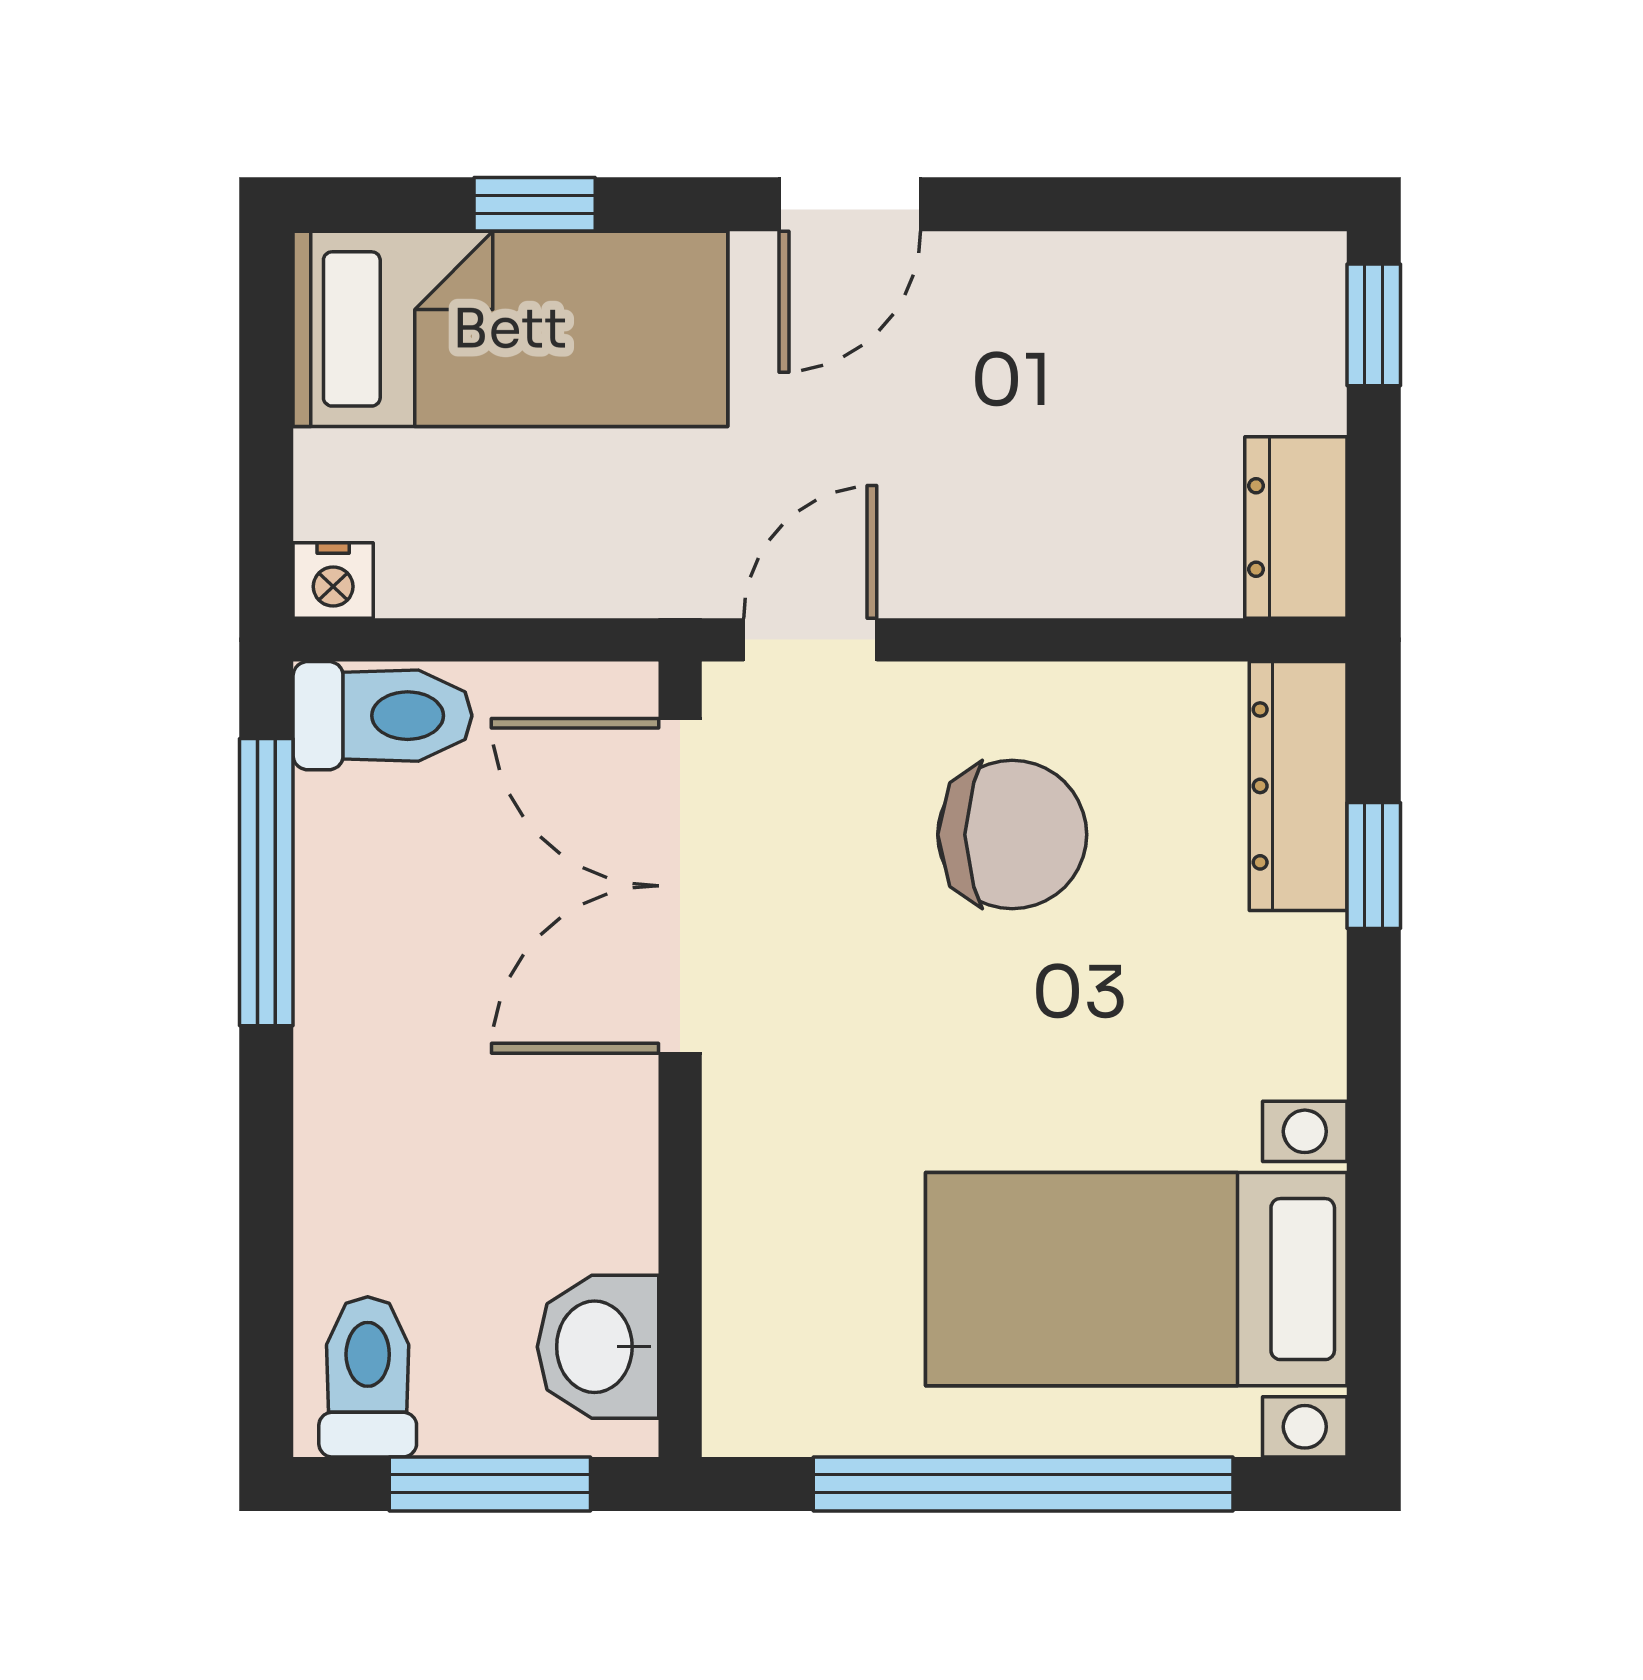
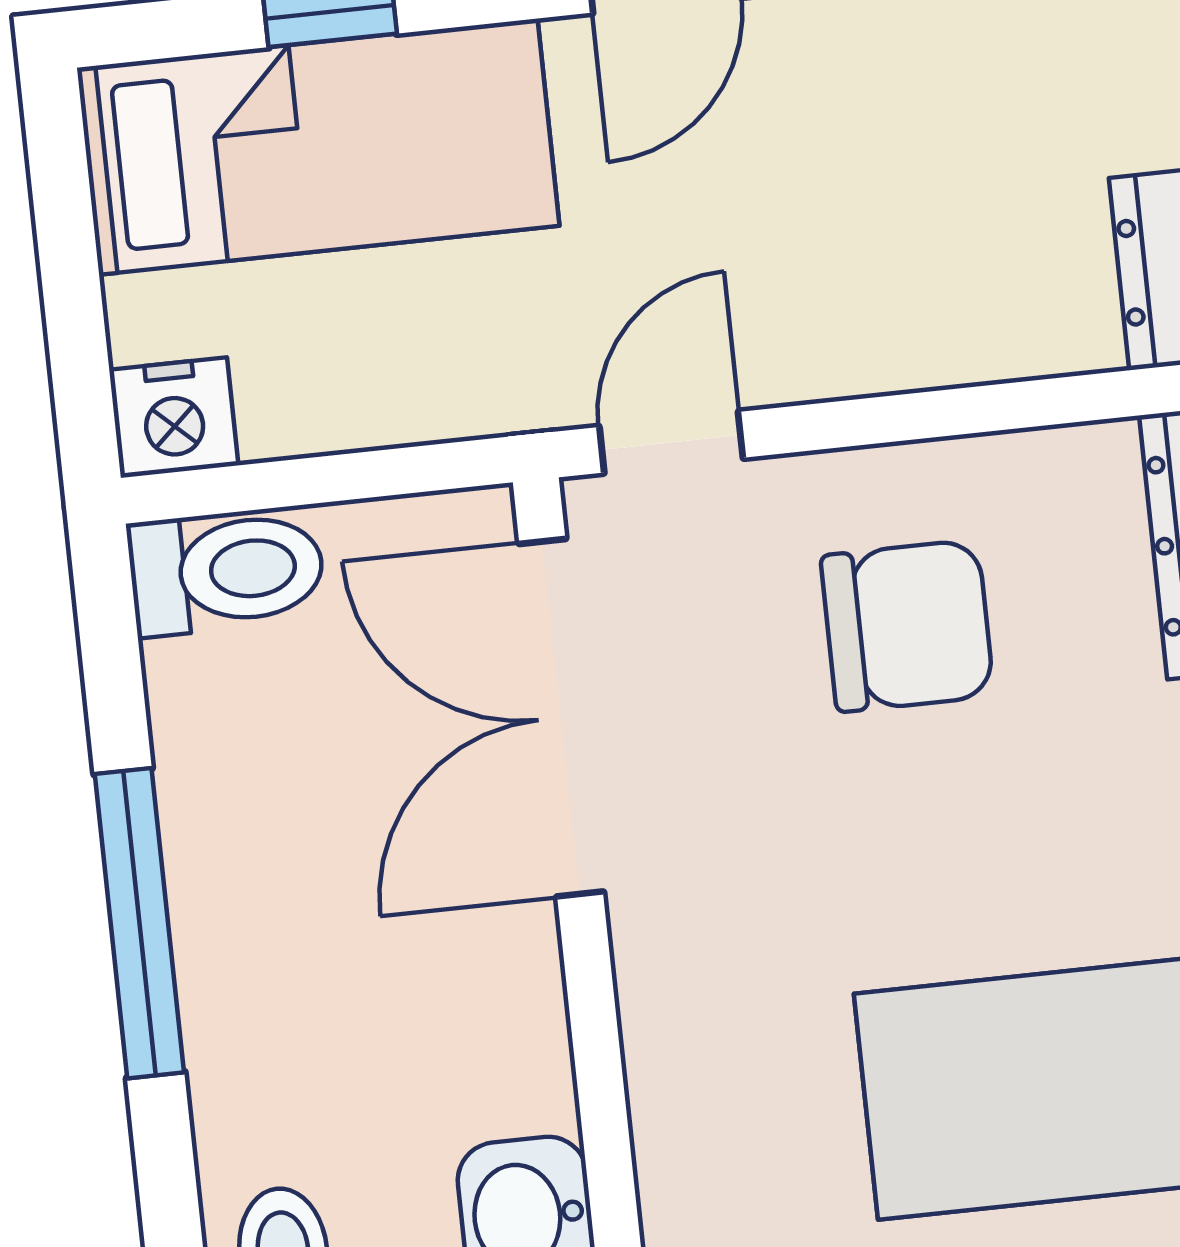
nightstand: (333, 581) -> (174, 418), width x1.39, depth x1.35
window: (266, 882) -> (139, 923), moved

